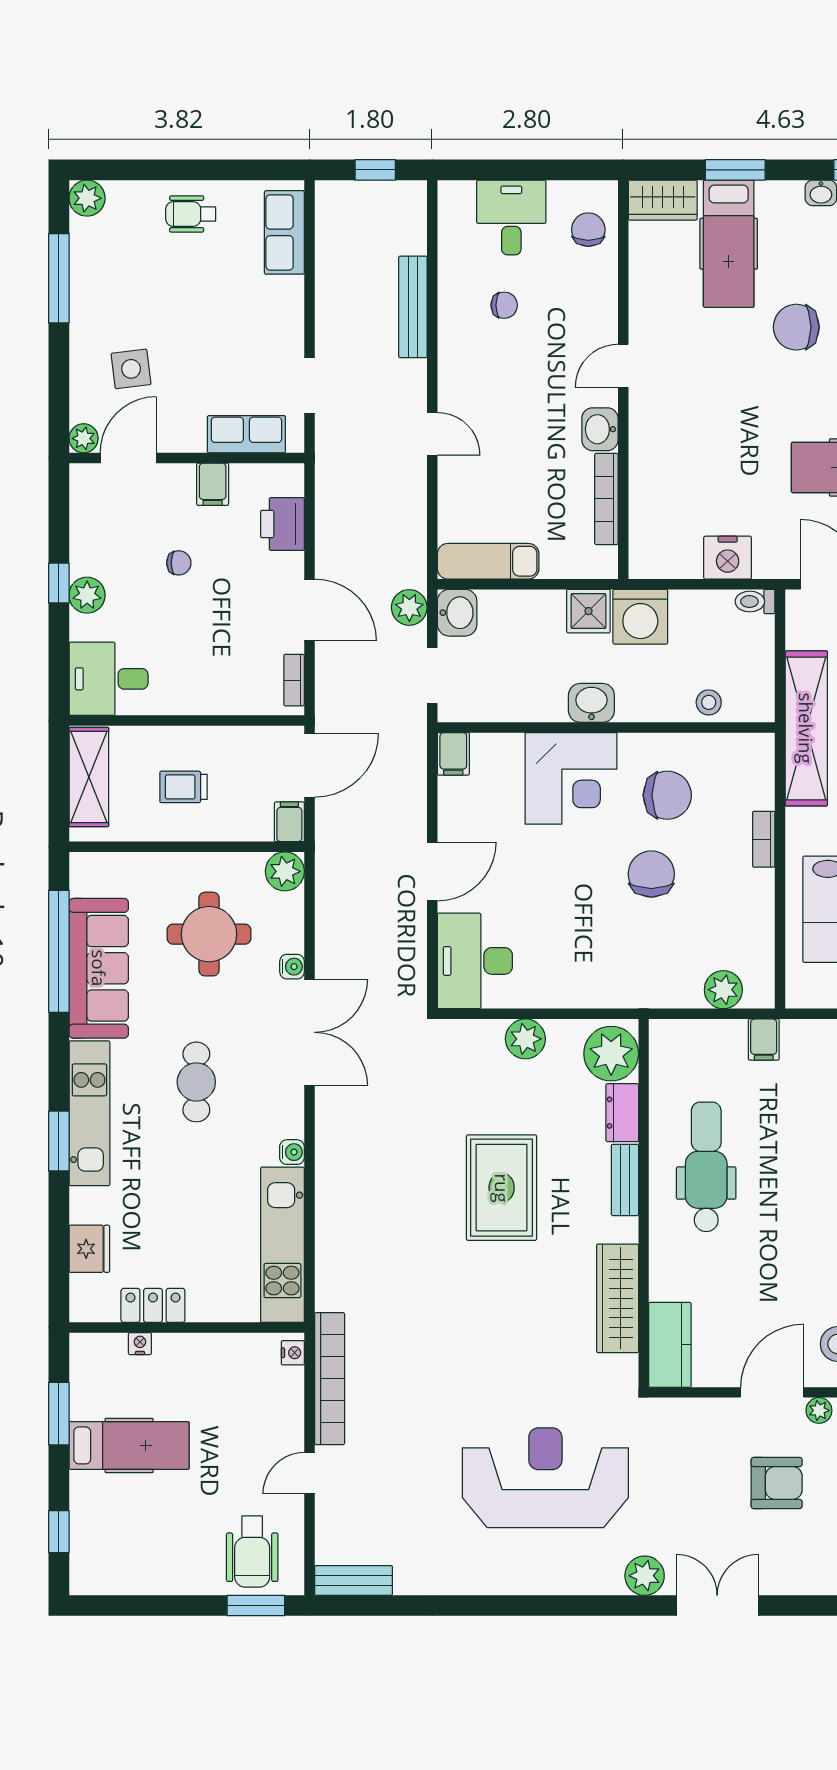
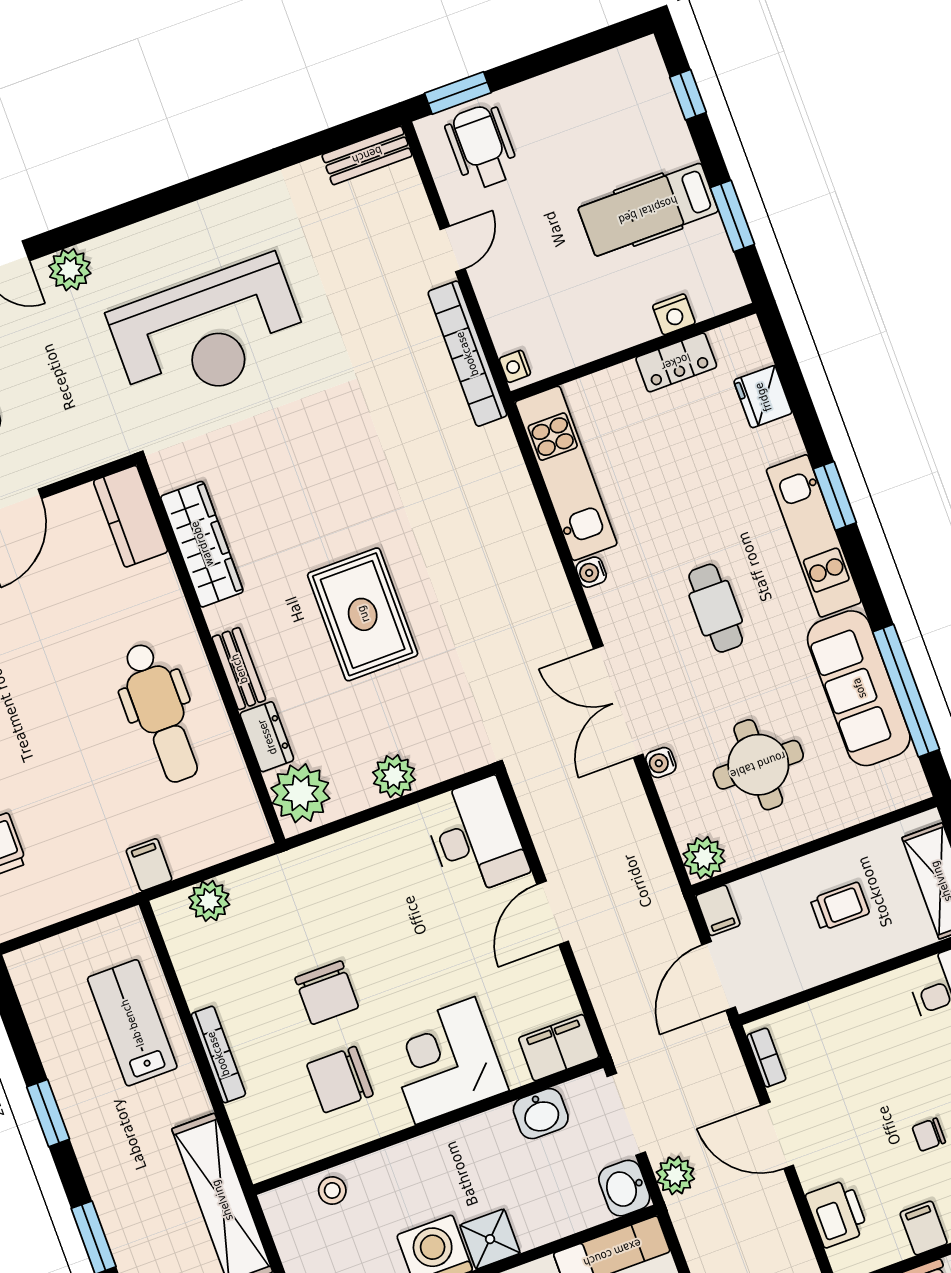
doorway: (432, 675) -> (626, 1114), width x1.38
washbasin: (591, 703) -> (541, 1114), moved
filing cabinet: (453, 754) -> (559, 1048), width x2.00
bookcase: (764, 839) -> (218, 1054), width x1.56
nightstand: (140, 1344) -> (674, 314), width x1.39, depth x1.35

